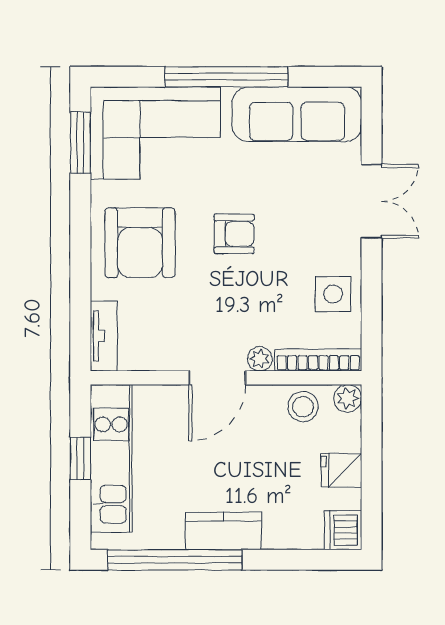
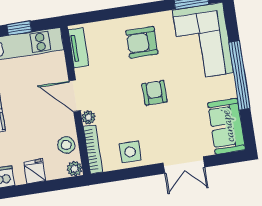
sofa: (297, 114) -> (227, 126), width x0.73
armchair: (234, 234) -> (155, 93), turned 180
armchair: (140, 243) -> (142, 42), width x0.73, depth x0.73
tv unit: (104, 336) -> (78, 48), moved, turned -90

